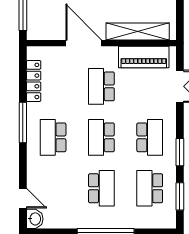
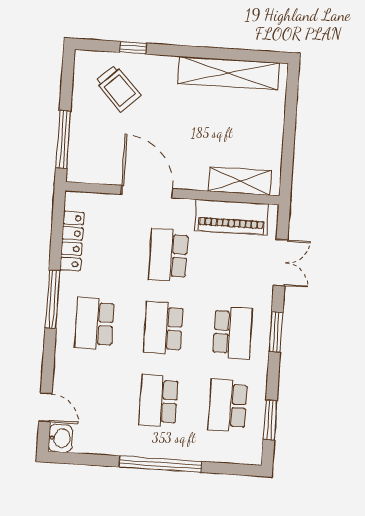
shelving: (138, 31) -> (240, 181), width x0.68
window: (180, 152) -> (276, 332), moved
school desk: (101, 188) -> (159, 401), turned 180

